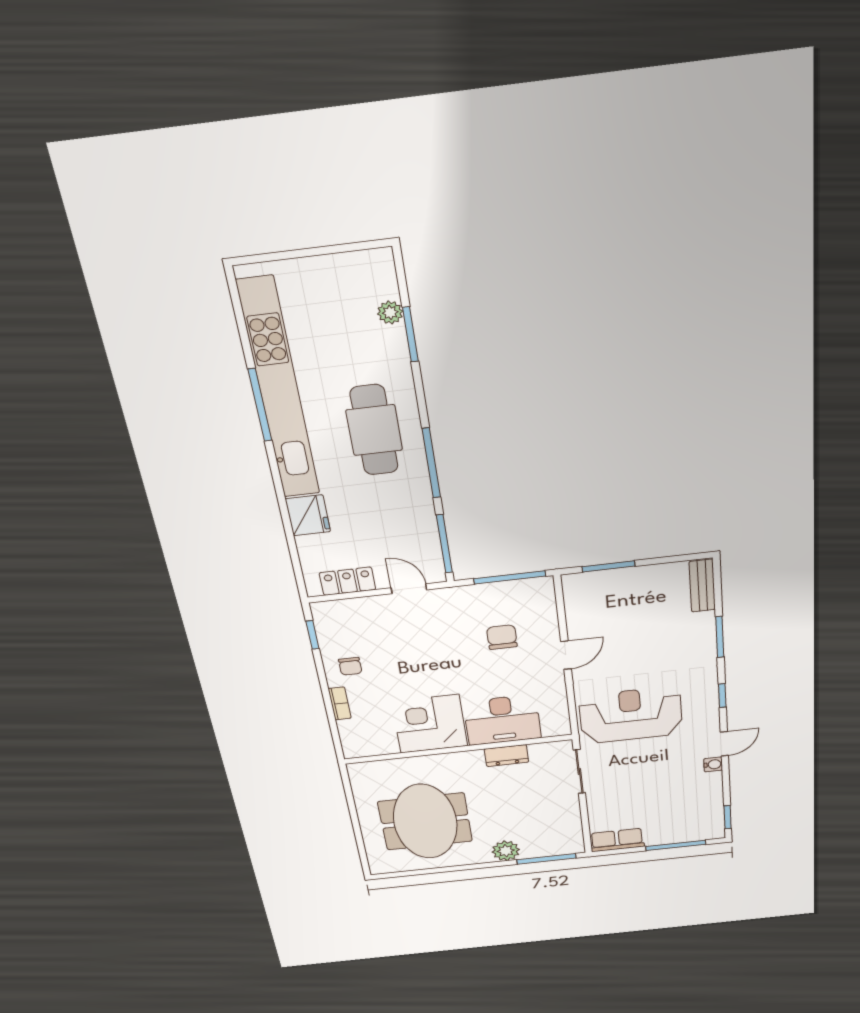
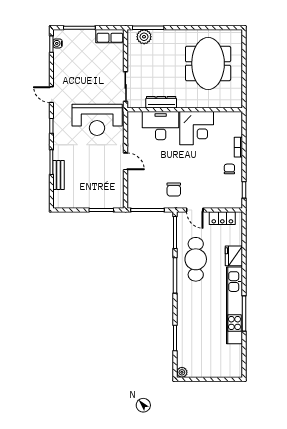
plant: (390, 312) -> (182, 372), moved
kitchen unit: (279, 391) -> (235, 305), width x0.73
cafe table: (374, 430) -> (196, 259), moved
bench: (702, 586) -> (58, 175), moved
chair: (502, 637) -> (174, 189), moved
door: (566, 655) -> (126, 161), swing flipped
door: (724, 744) -> (51, 95), hinge flipped
dresser: (506, 756) -> (161, 102), width x1.44
water cooler: (713, 764) -> (58, 43), moved
plant: (506, 851) -> (144, 37), moved

